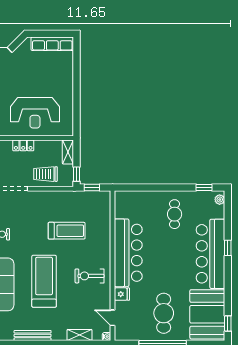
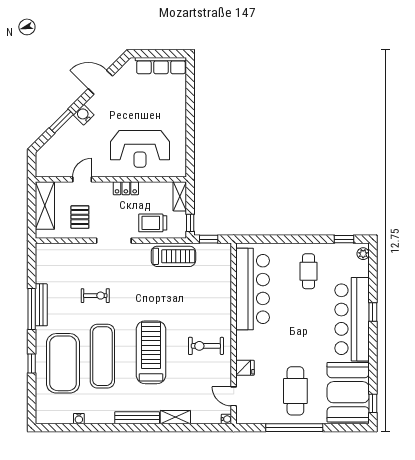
treadmill: (67, 231) -> (173, 256), moved
bar counter: (128, 253) -> (253, 289), moved
shelving: (79, 335) -> (175, 417), moved

